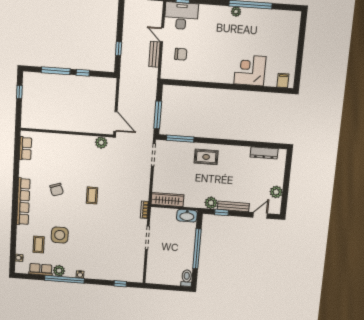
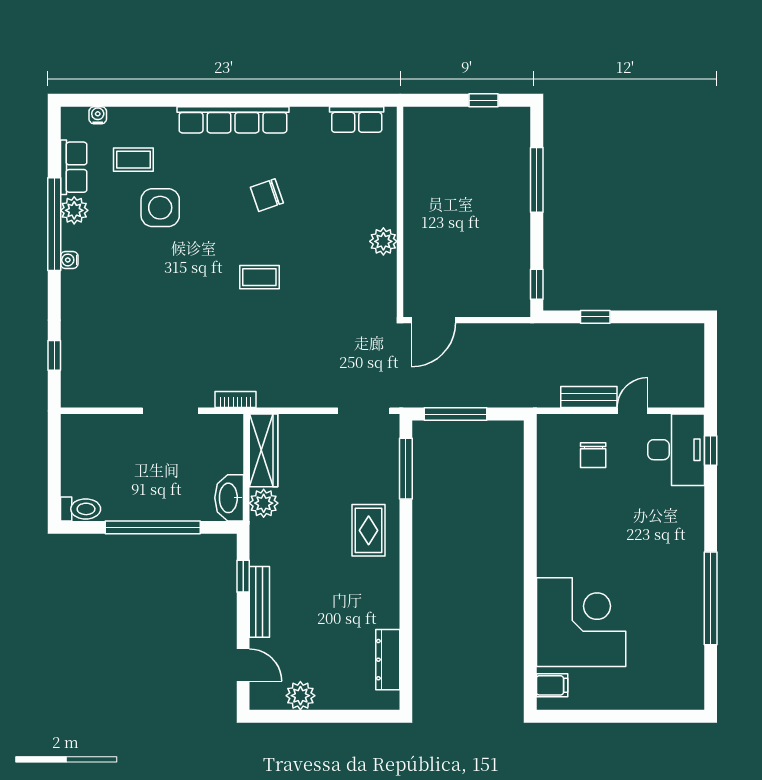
plant: (236, 12) -> (694, 568), removed
corner desk: (250, 70) -> (581, 622), width x1.36, depth x1.36
window: (83, 73) -> (537, 284), moved
plant: (101, 143) -> (383, 241), moved
plant: (211, 203) -> (264, 503), moved

